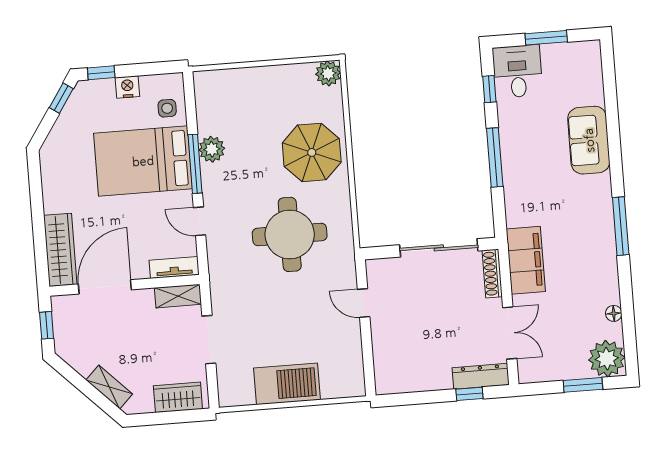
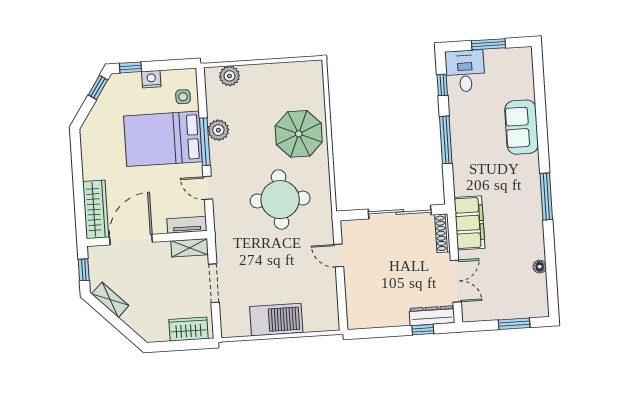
plant: (328, 73) -> (229, 76), moved
plant: (607, 359) -> (534, 303), removed
shelving: (109, 387) -> (110, 300), moved

